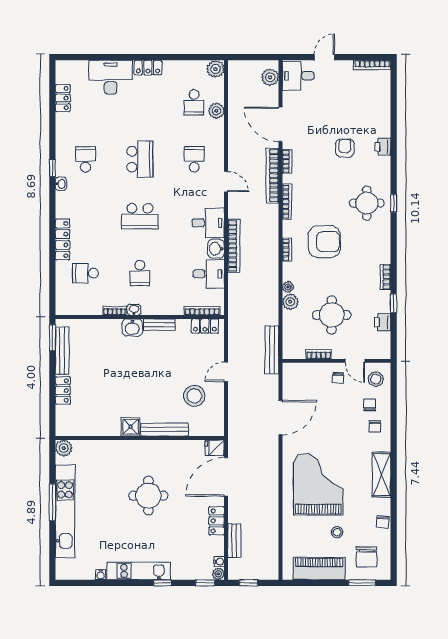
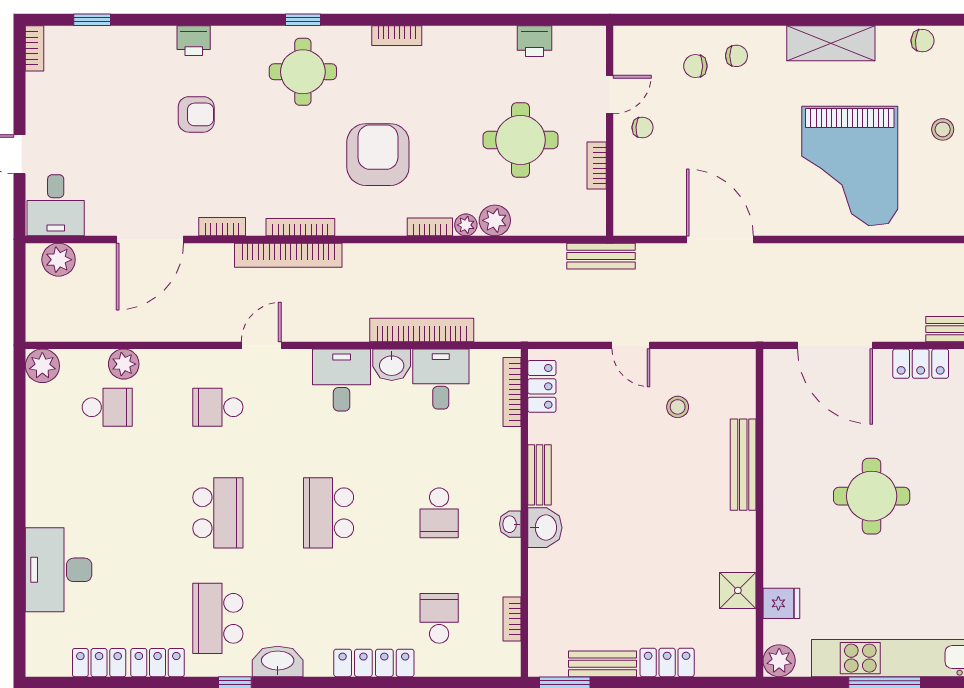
bookcase: (372, 65) -> (35, 48), width x0.64
locker: (148, 68) -> (158, 663), moved, turned -90
armchair: (345, 148) -> (196, 114), turned 180
school desk: (86, 159) -> (218, 618), width x1.85
school desk: (140, 159) -> (218, 513), turned 90
bookcase: (272, 176) -> (288, 255), moved
washbasin: (61, 184) -> (278, 661), width x1.91, depth x1.45
school desk: (140, 216) -> (328, 513), turned 180
bookcase: (234, 246) -> (422, 330), moved
bookcase: (287, 250) -> (430, 227), moved
school desk: (86, 273) -> (439, 618), turned 180
school desk: (140, 273) -> (439, 513), turned 90
bookcase: (385, 277) -> (397, 36), moved
window: (394, 303) -> (92, 20), moved
bookcase: (115, 311) -> (512, 619), moved
bench: (272, 350) -> (601, 256), width x0.73
bench: (62, 351) -> (602, 664), width x0.73
stool: (376, 379) -> (645, 54), removed
stool: (194, 396) -> (678, 407), width x0.53, depth x0.53
shower: (130, 427) -> (738, 590), moved
fridge: (215, 448) -> (781, 603), moved, turned -90
grand piano: (318, 484) -> (850, 166), turned -90

